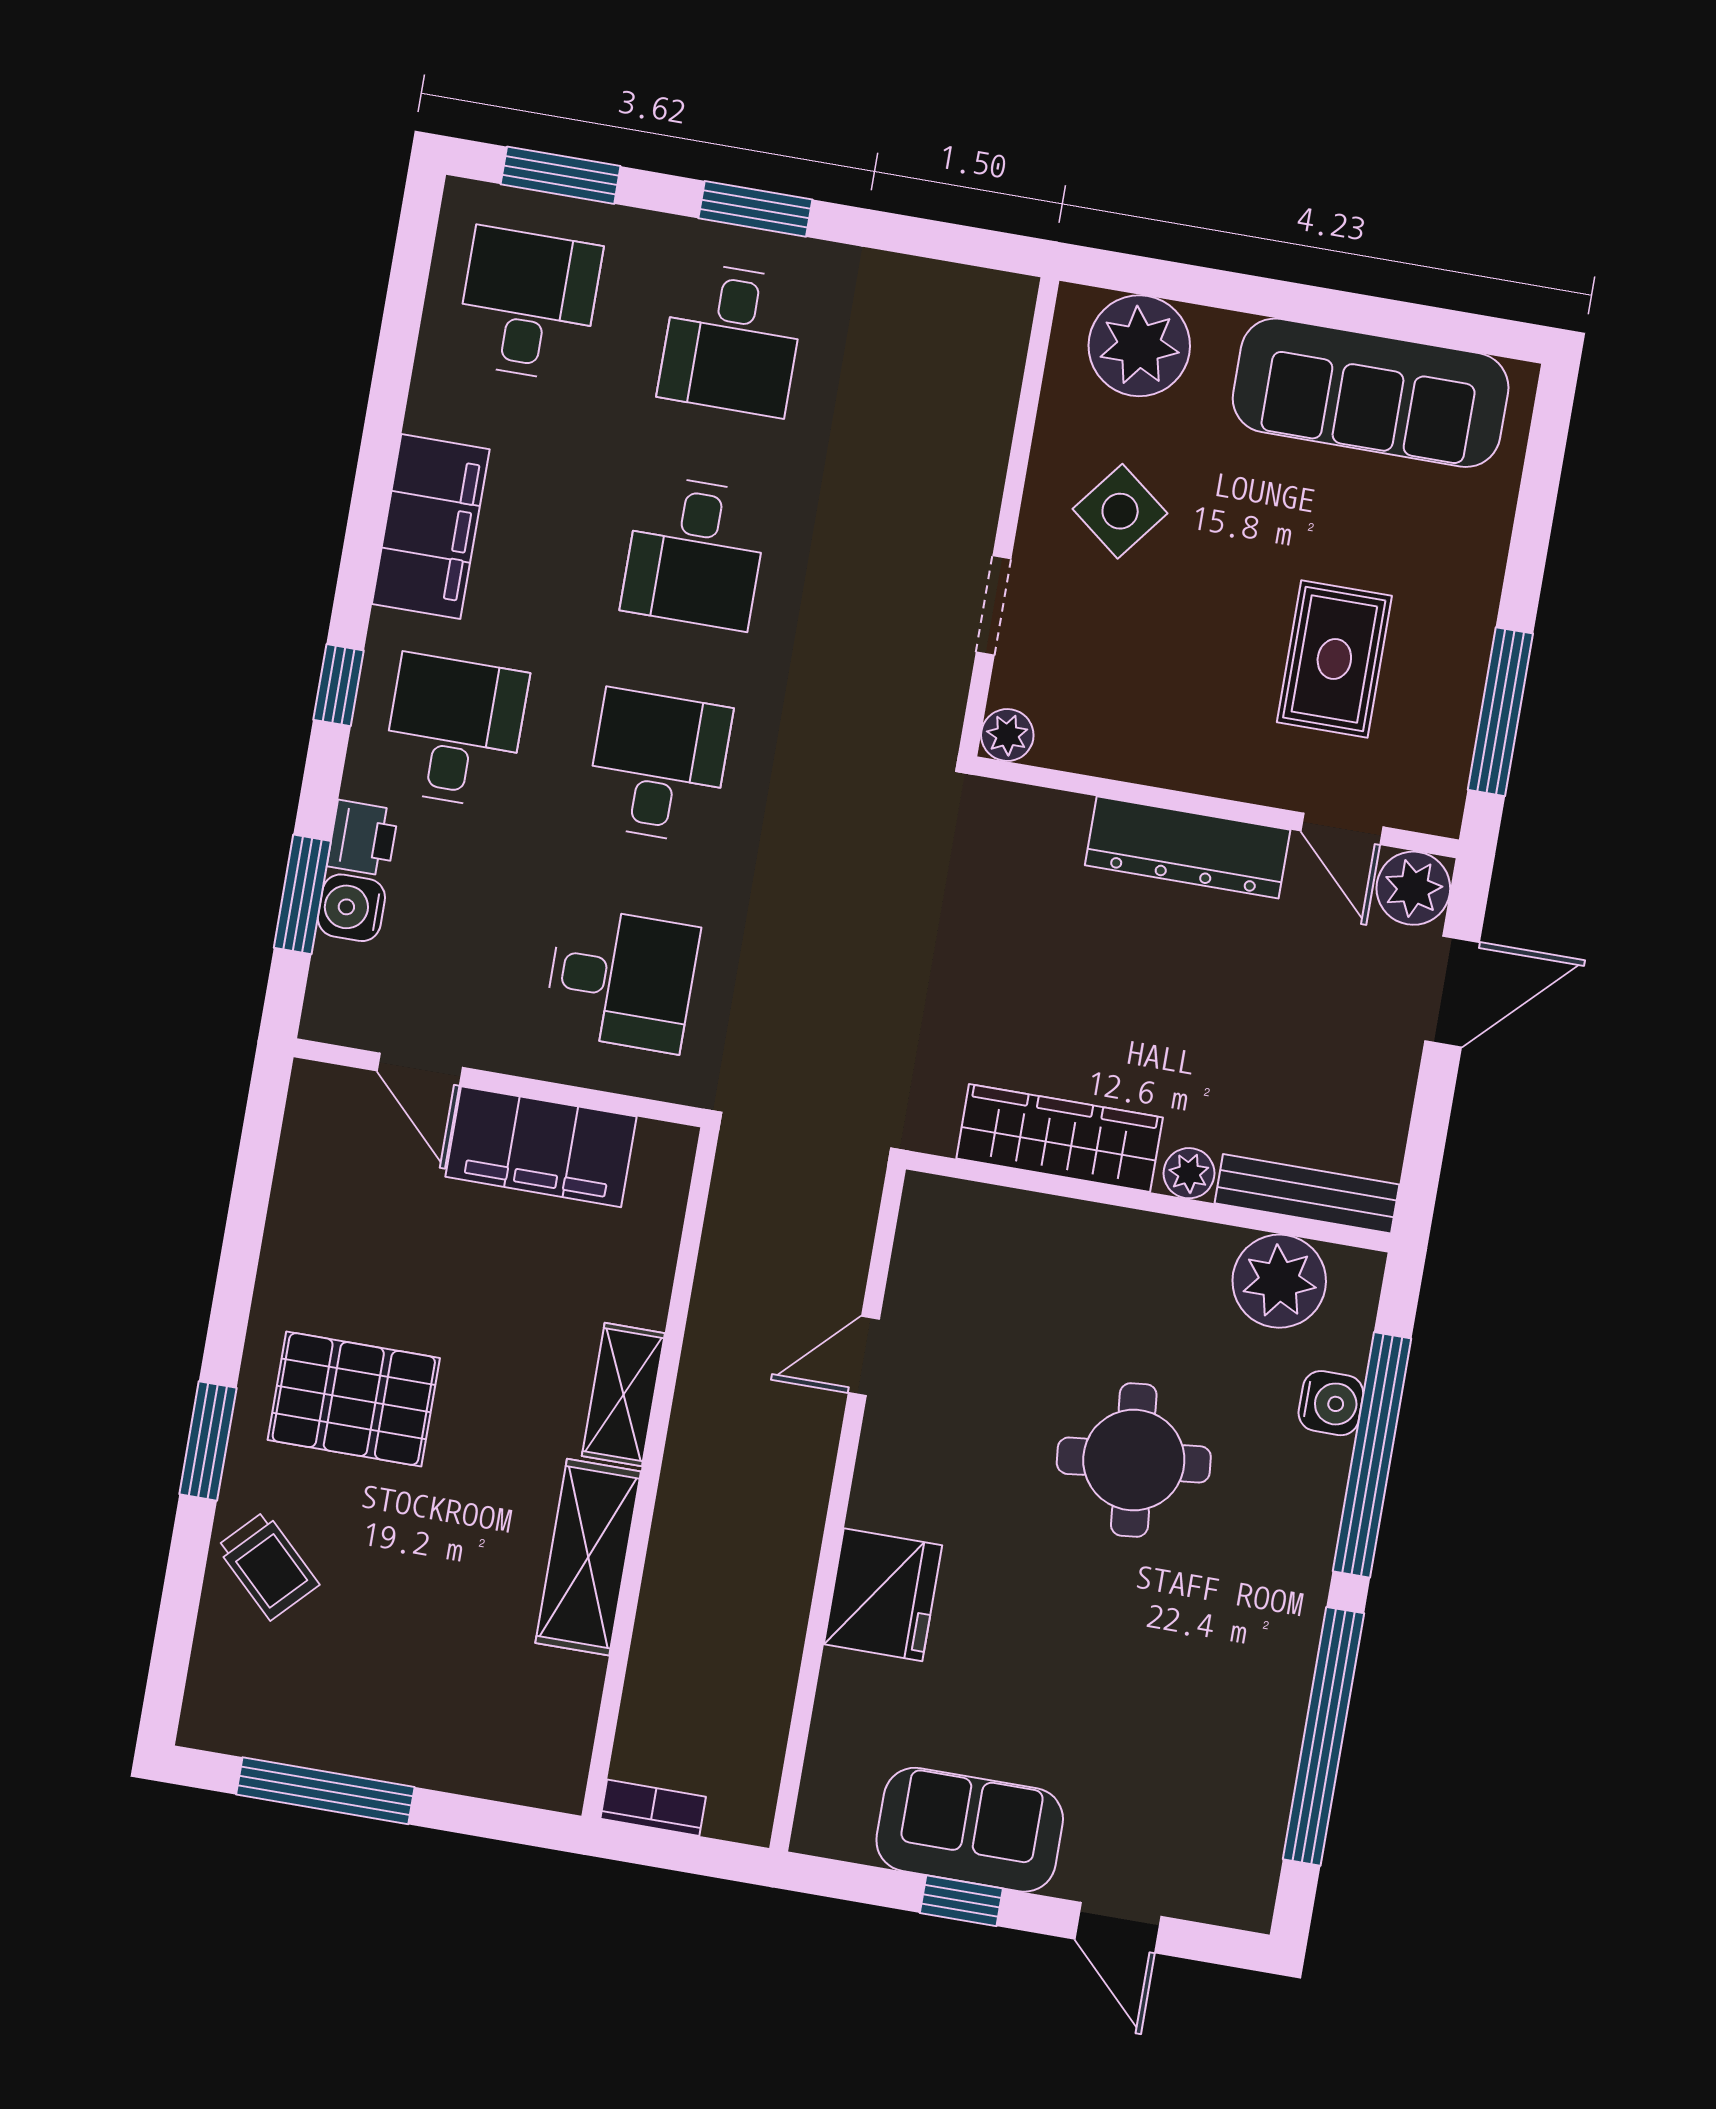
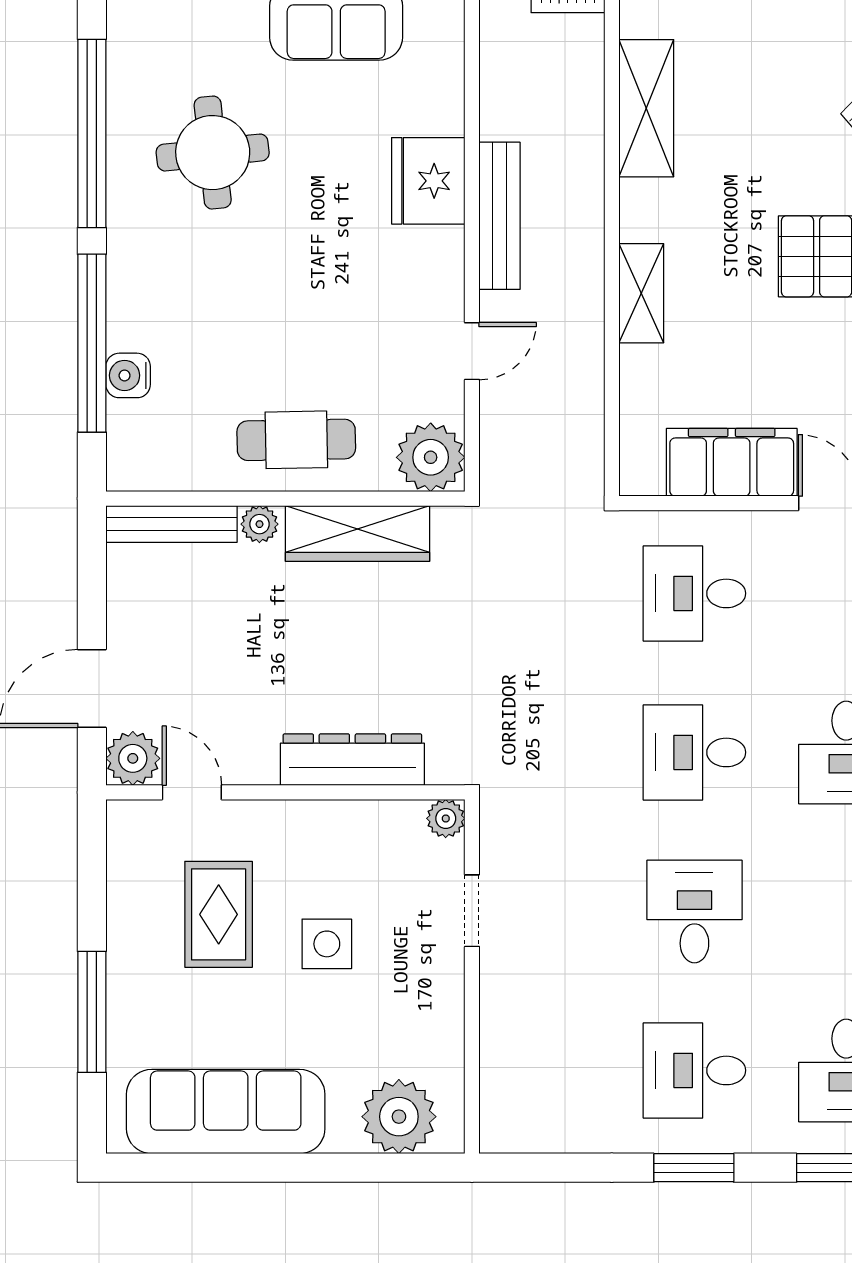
desk: (732, 339) -> (694, 1070), turned -90
side table: (1120, 511) -> (327, 944), moved, turned -38
window: (1500, 712) -> (92, 1012), moved
desk: (658, 766) -> (694, 752), turned 90
dresser: (1188, 847) -> (352, 760), moved
cafe table: (1120, 1278) -> (296, 440), added
plant: (1279, 1281) -> (431, 457), moved
round table: (1134, 1460) -> (213, 153), moved
bench: (795, 1531) -> (499, 216), added
shelving: (588, 1557) -> (646, 108), moved

